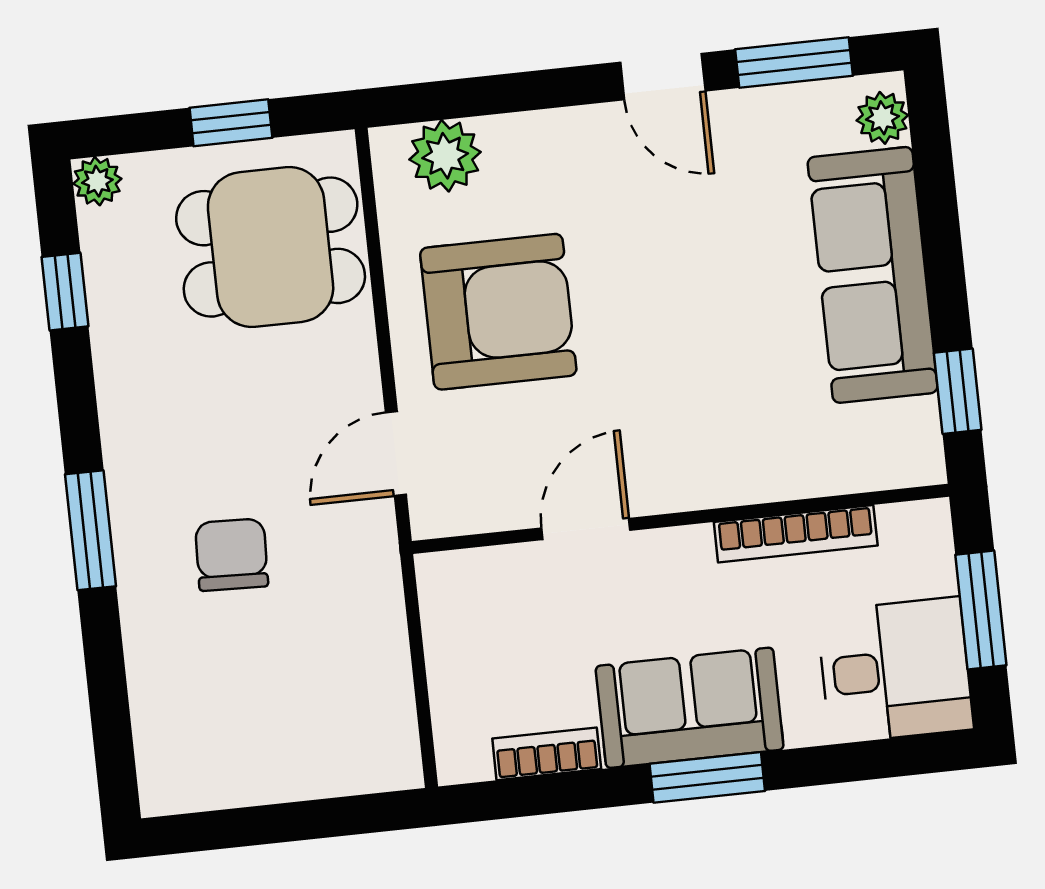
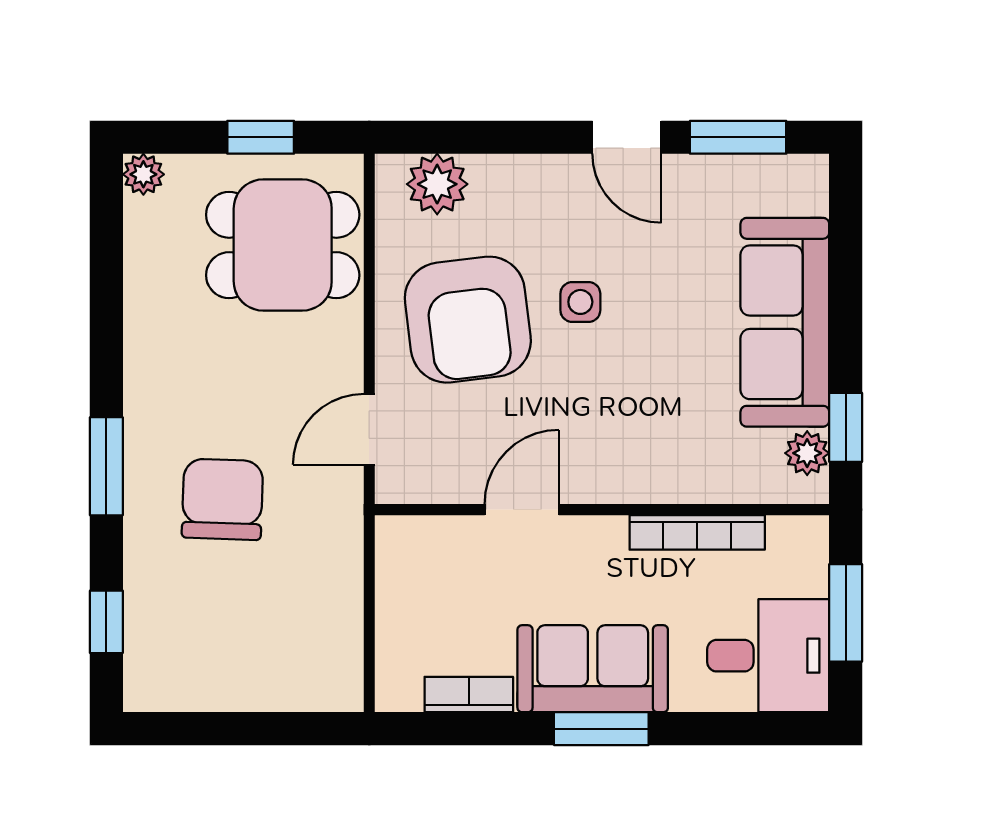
plant: (882, 118) -> (807, 453), moved
side table: (629, 277) -> (580, 302), added
window: (65, 292) -> (106, 622), moved
armchair: (498, 312) -> (468, 320), turned 83
chair: (232, 555) -> (222, 499), width x1.37, depth x1.37

